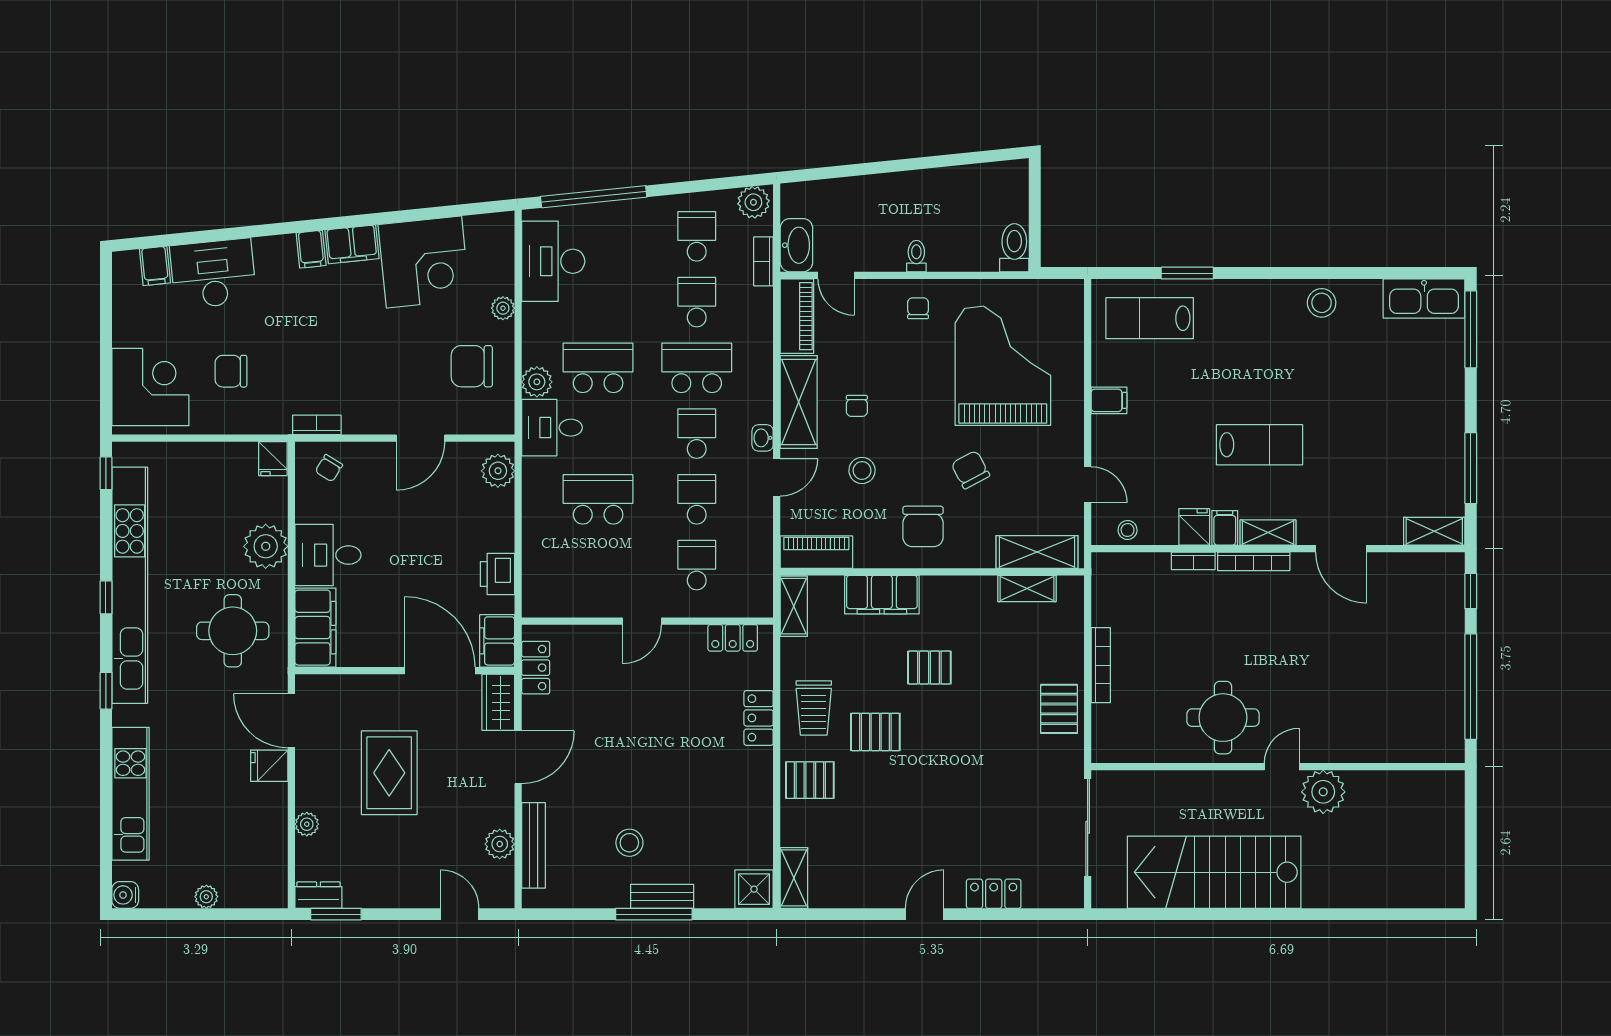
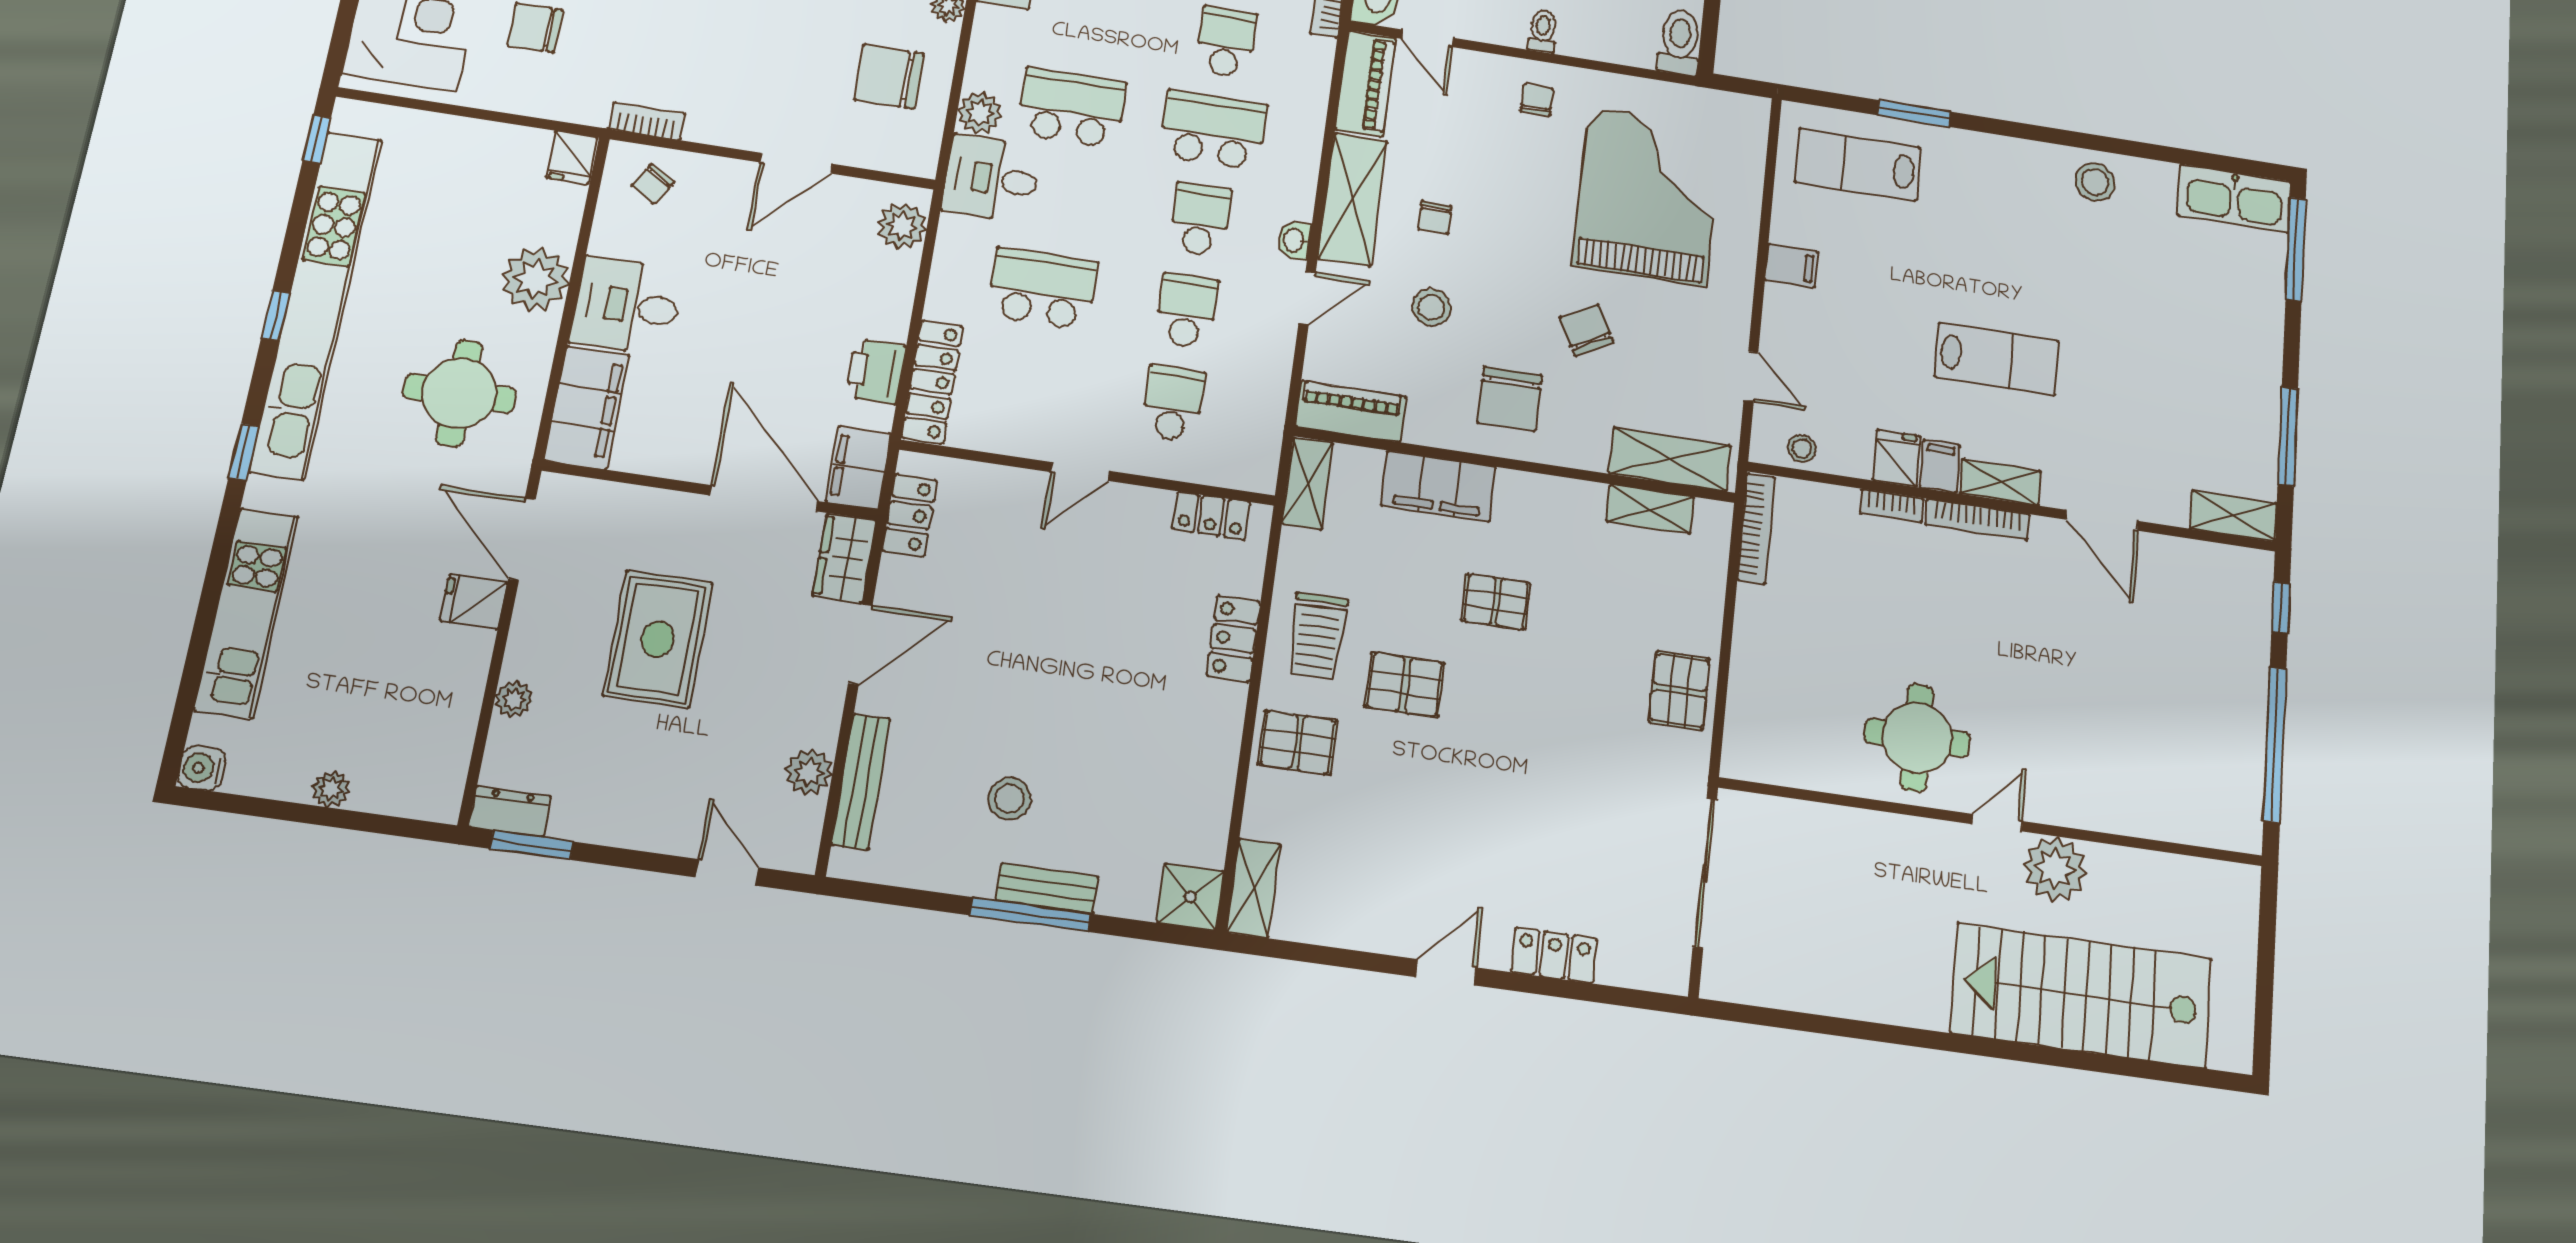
locker: (536, 575) -> (932, 382), added
bookcase: (1101, 665) -> (1756, 529), moved
stairs: (1214, 872) -> (2081, 995), moved

